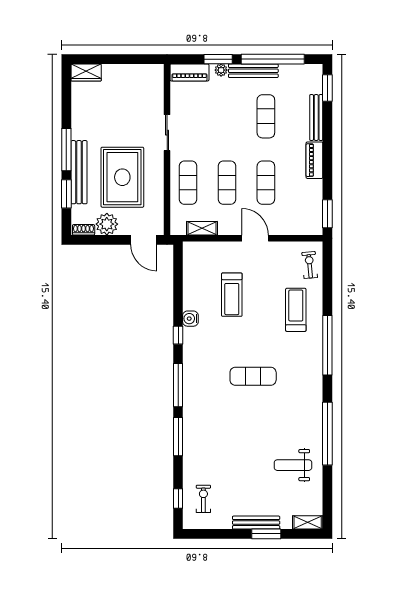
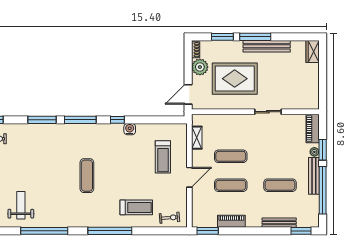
piano: (314, 160) -> (231, 221), moved
bench: (79, 172) -> (267, 46), moved
exercise mat: (188, 183) -> (231, 127), removed
treadmill: (232, 295) -> (163, 157), moved, turned -90

